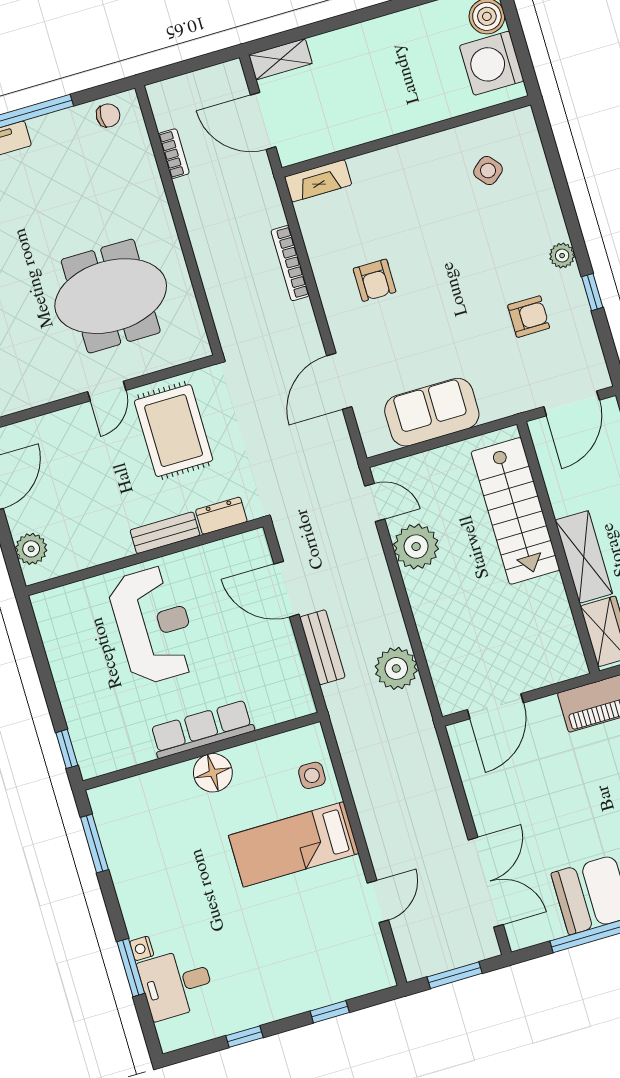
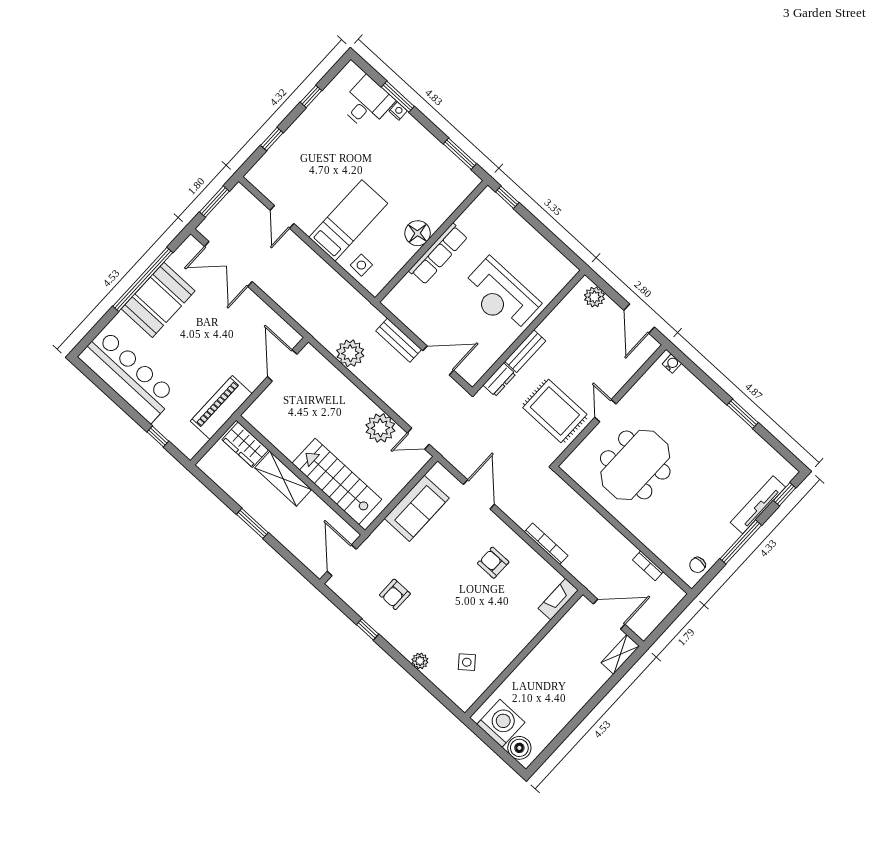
plant: (562, 256) -> (420, 661), moved

